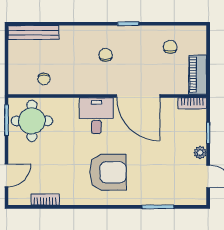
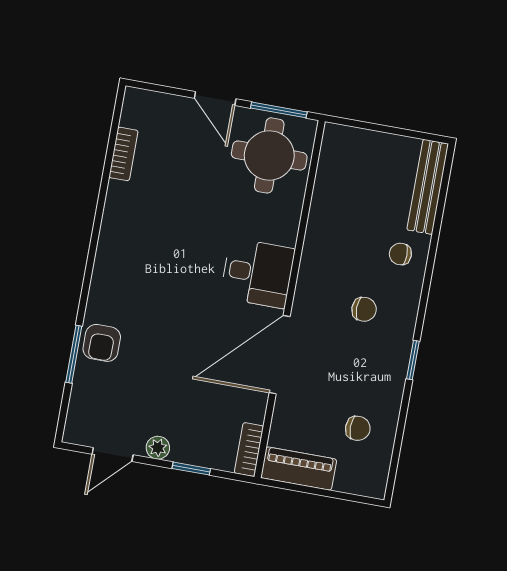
chair: (44, 79) -> (400, 254), moved
armchair: (108, 172) -> (102, 343), moved, width x0.53, depth x0.53
door: (6, 175) -> (215, 99), moved

